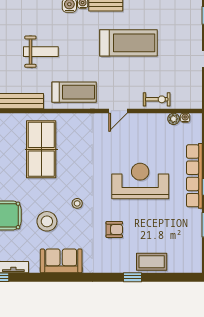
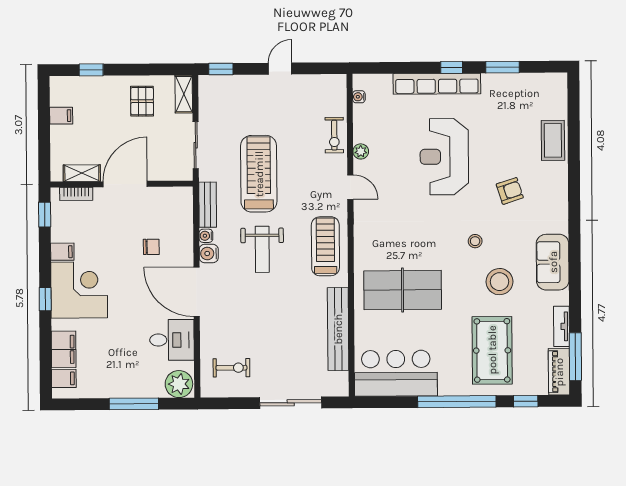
weight bench: (41, 52) -> (262, 249), moved, turned 180
exercise bike: (157, 99) -> (334, 135), turned 180
plant: (174, 119) -> (361, 151), moved
armchair: (114, 229) -> (510, 191), turned 72
window: (133, 277) -> (574, 166), removed

